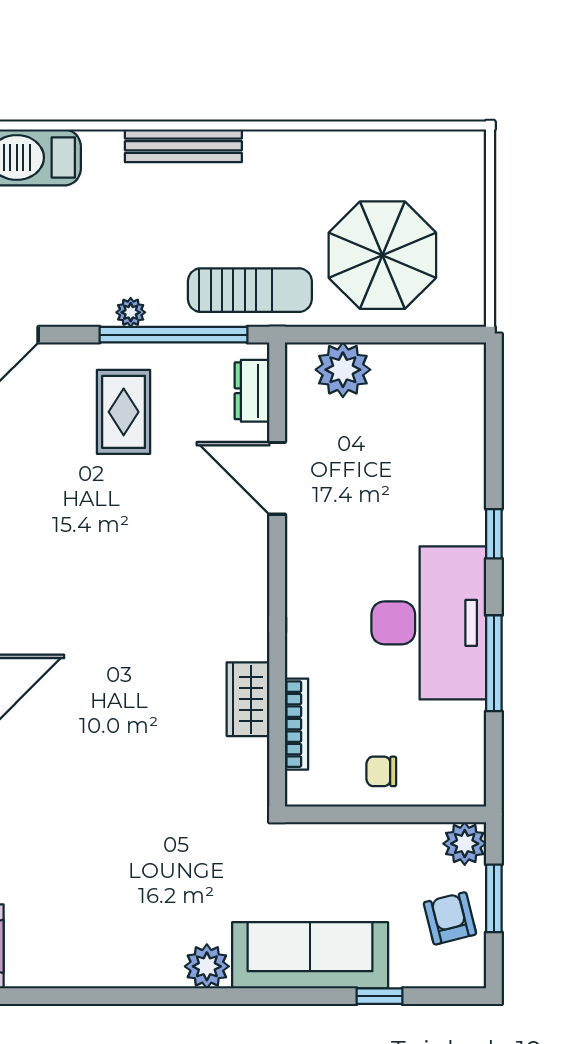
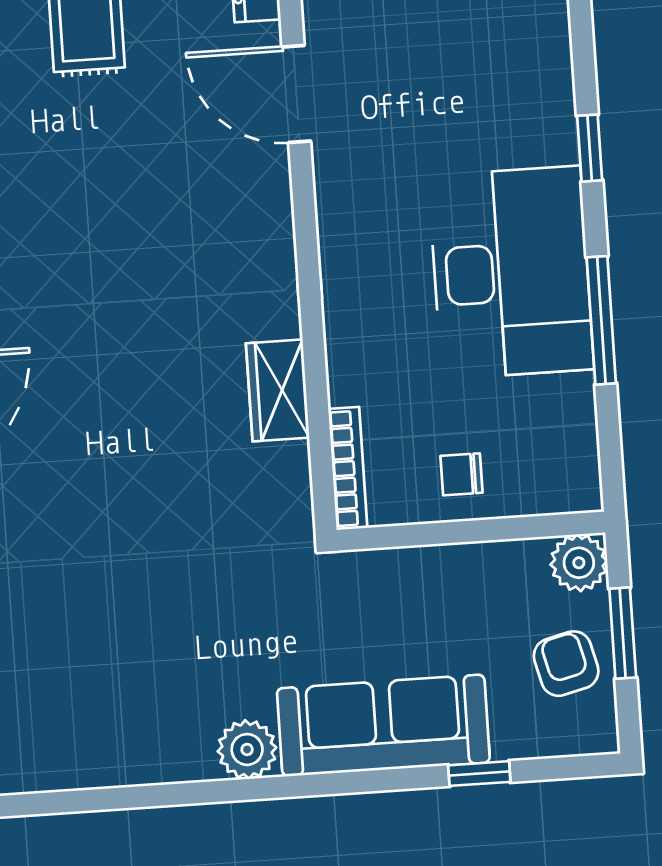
bookcase: (297, 724) -> (348, 468), moved

